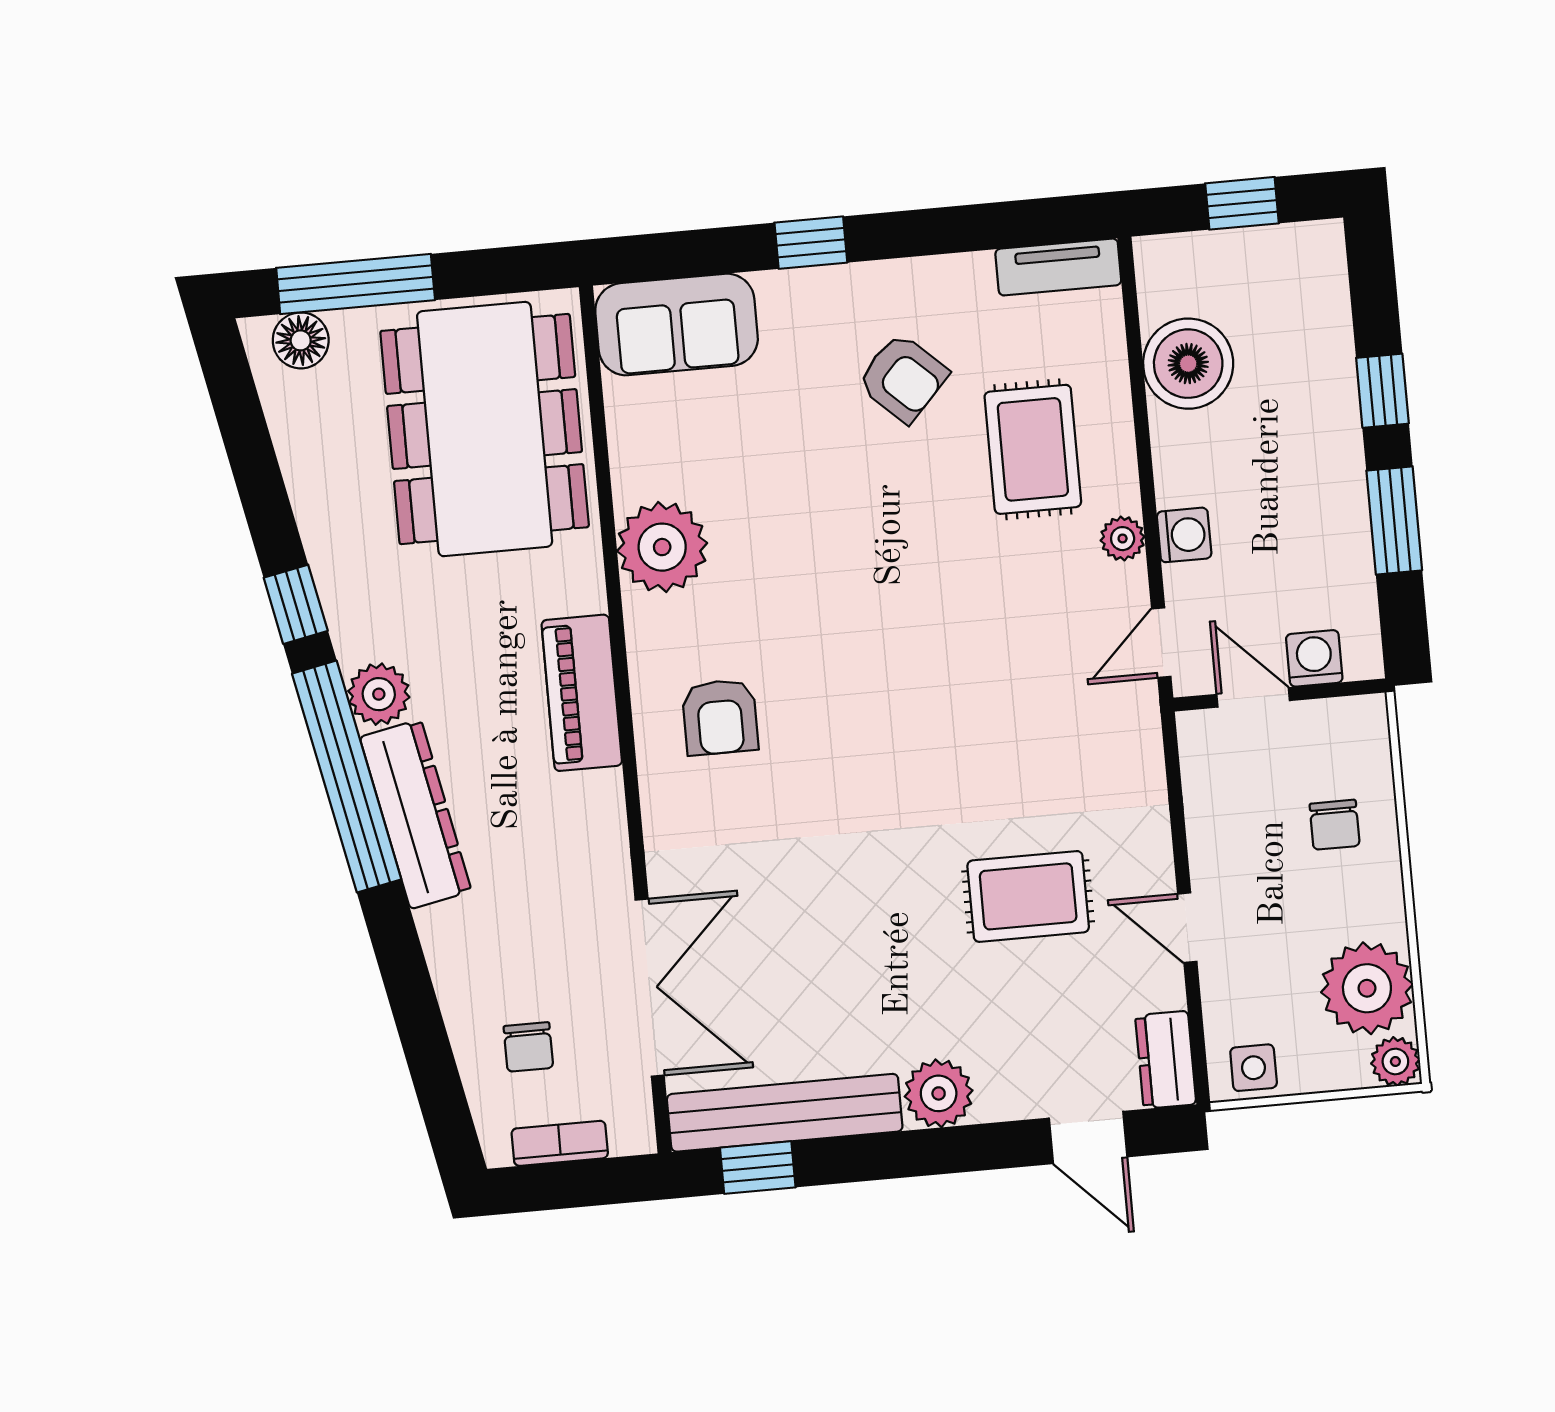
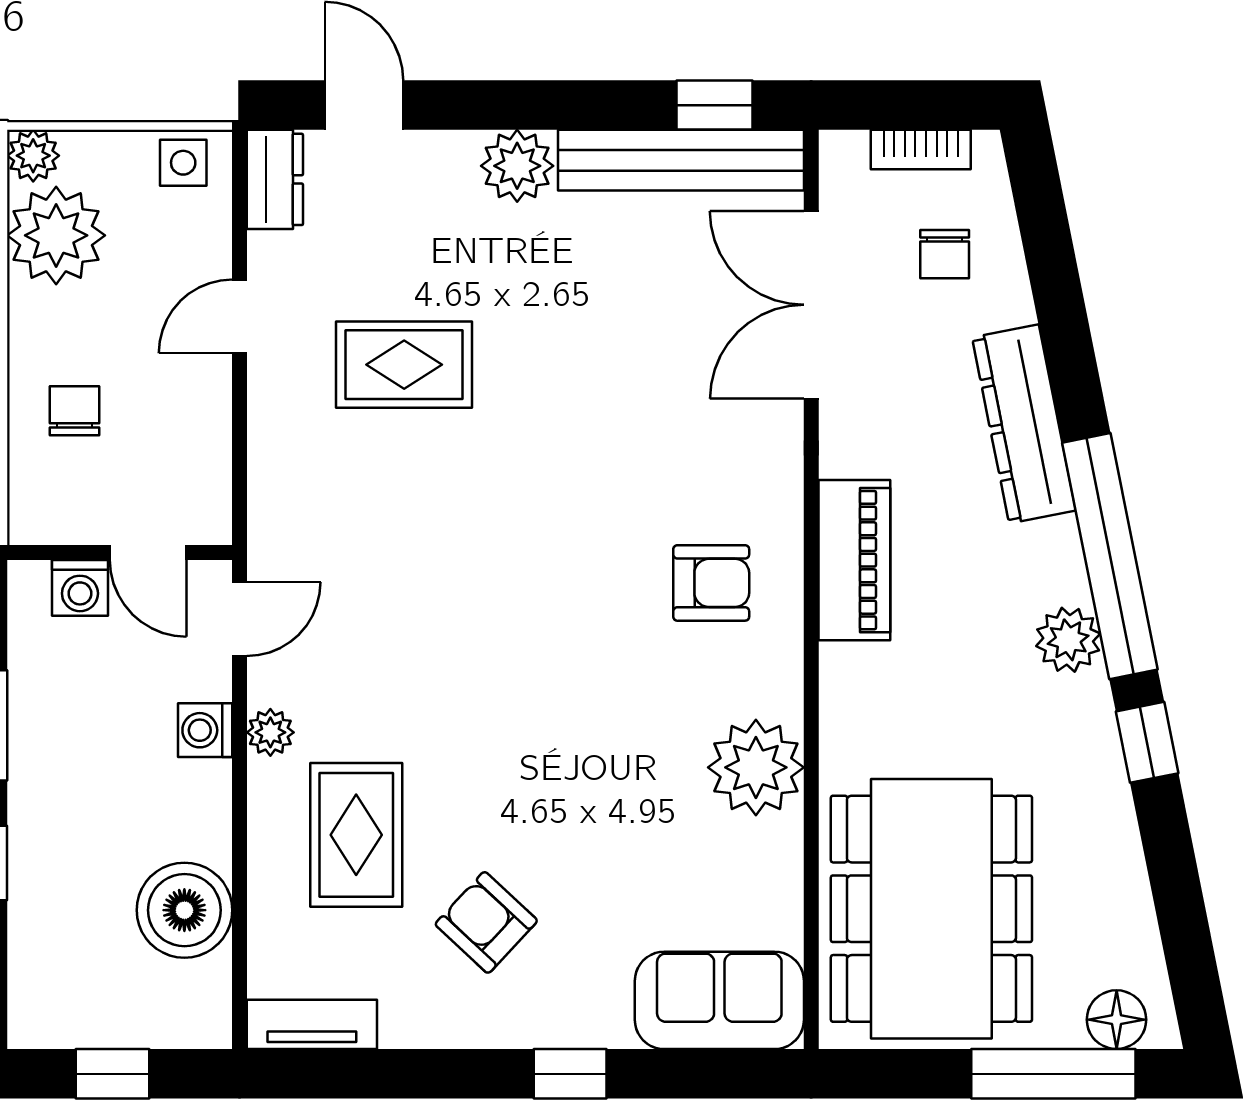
piano: (582, 693) -> (854, 560), moved
armchair: (720, 717) -> (711, 583), turned 90
dresser: (416, 814) -> (1024, 424), moved
door: (1187, 928) -> (240, 316), swing flipped
chair: (528, 1047) -> (945, 254), turned 180

